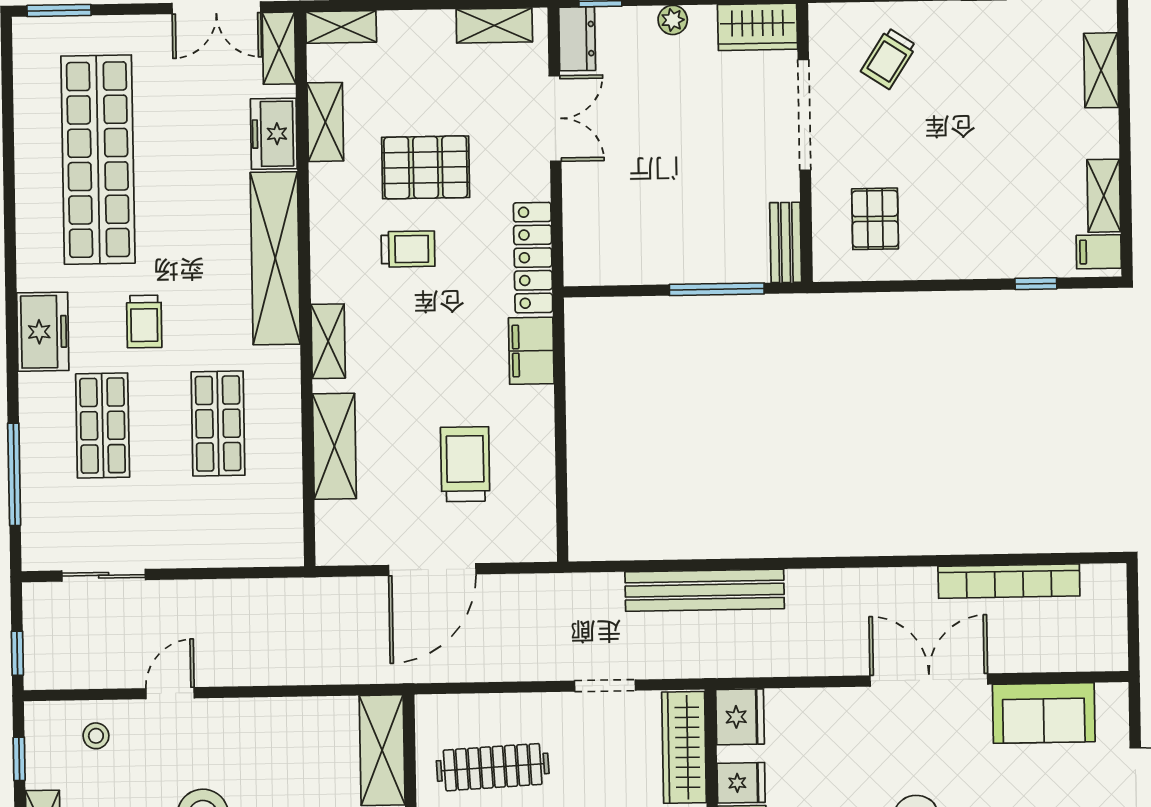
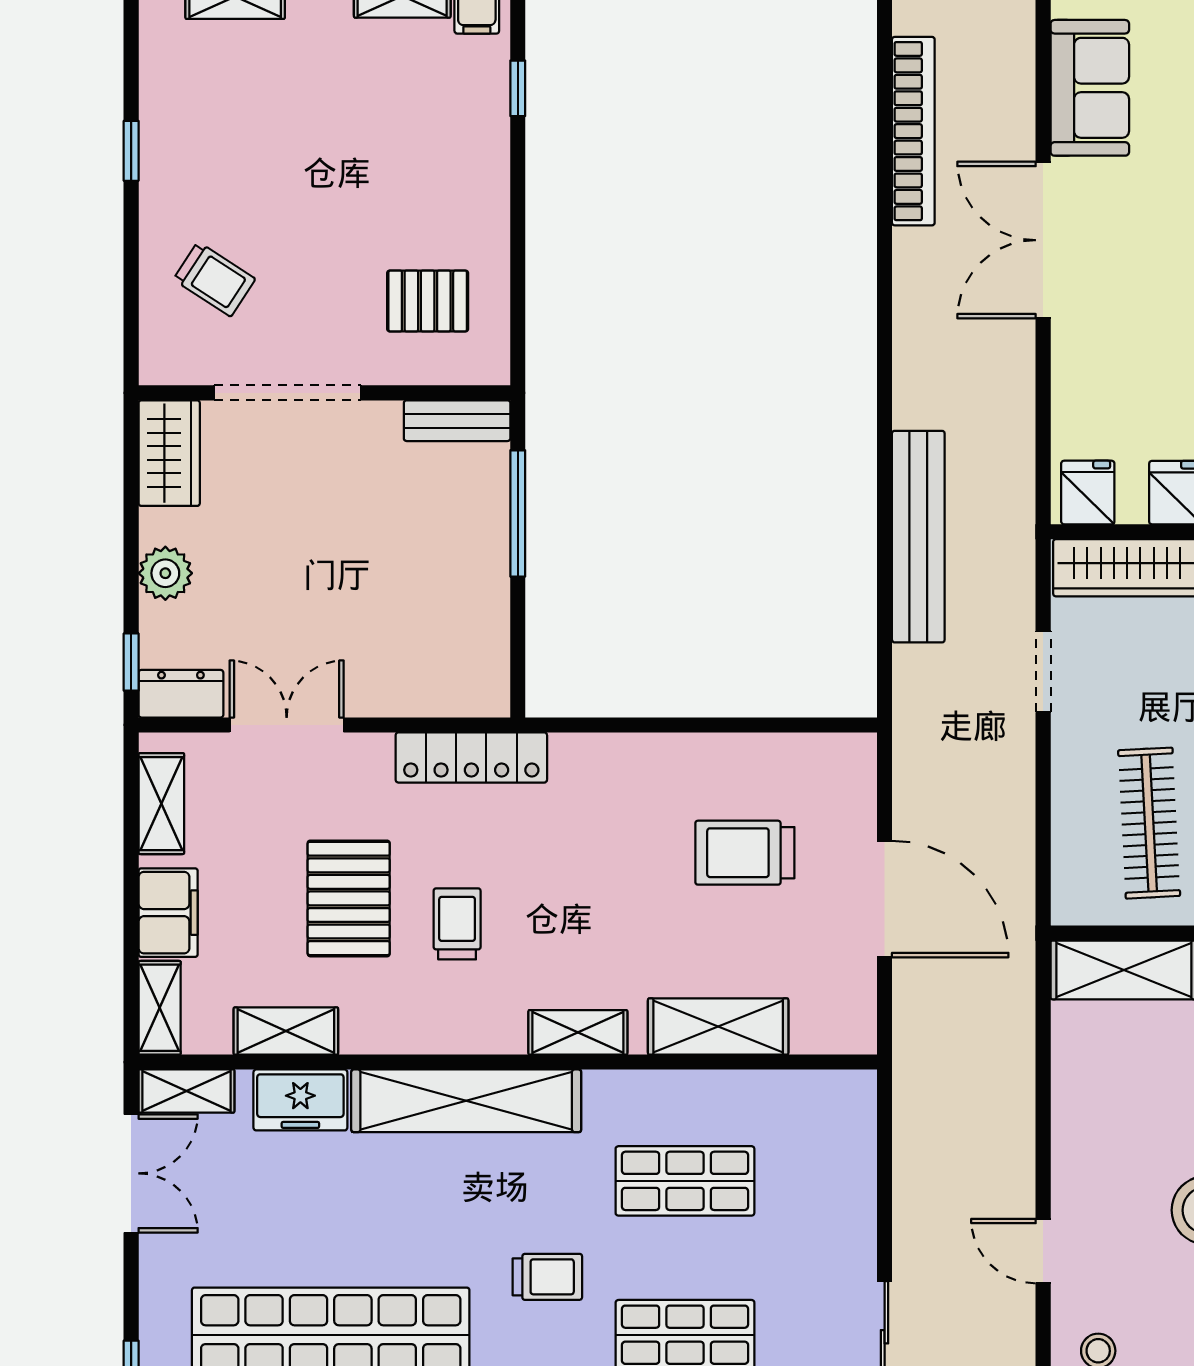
plant: (673, 20) -> (165, 573), width x1.38, depth x1.38
filing cabinet: (531, 351) -> (168, 913), moved, turned -90
fridge: (740, 717) -> (1088, 492), width x0.72

